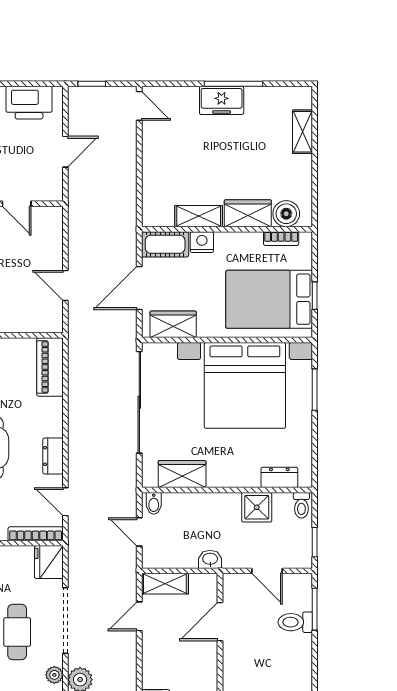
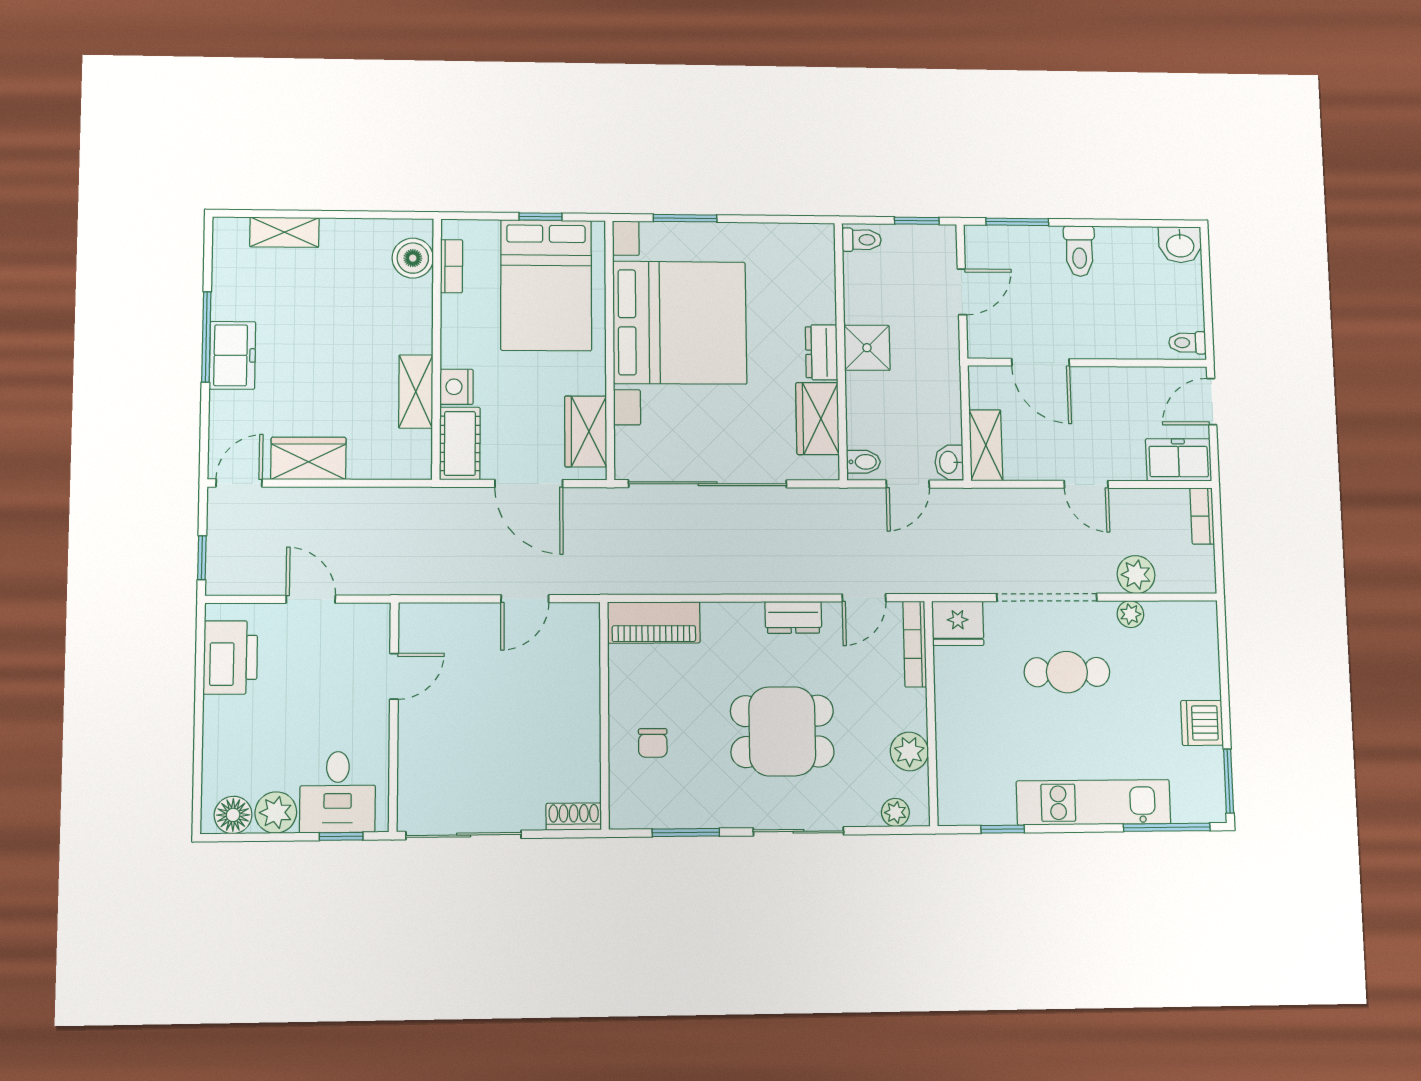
wardrobe: (248, 213) -> (308, 458), moved, turned 90
dresser: (279, 477) -> (822, 352), moved
shower: (257, 507) -> (867, 348), moved
washbasin: (210, 559) -> (949, 462), moved
door: (139, 616) -> (1086, 484), moved
toilet: (295, 622) -> (1079, 251), moved

